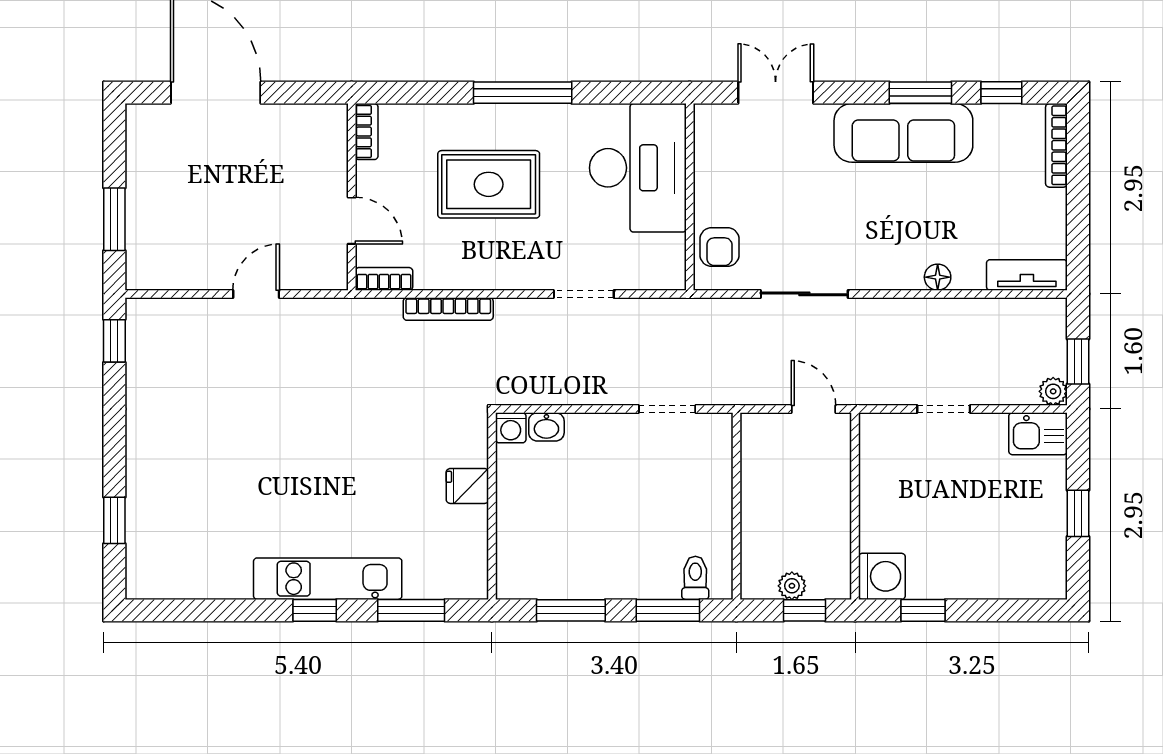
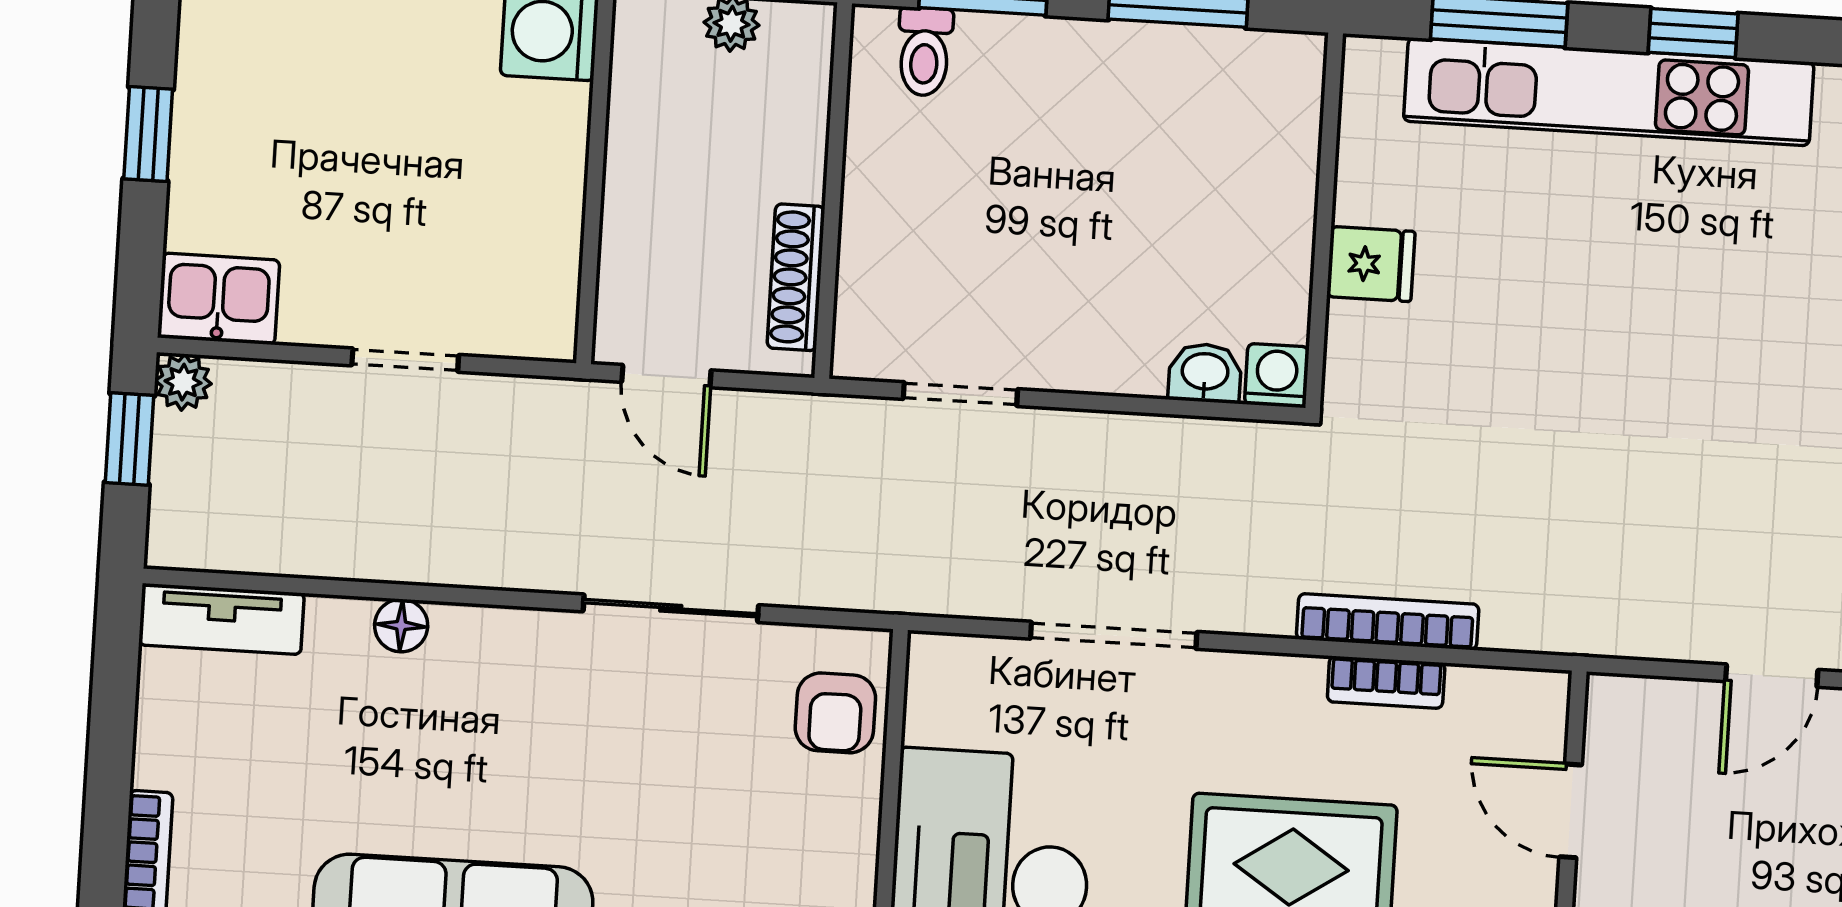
armchair: (719, 247) -> (835, 713), turned 180
bookcase: (384, 279) -> (1386, 682), moved
doorway: (584, 294) -> (1114, 635), width x1.38
shoe rack: (752, 462) -> (796, 277), added
kitchen unit: (328, 579) -> (1609, 92), width x1.36

